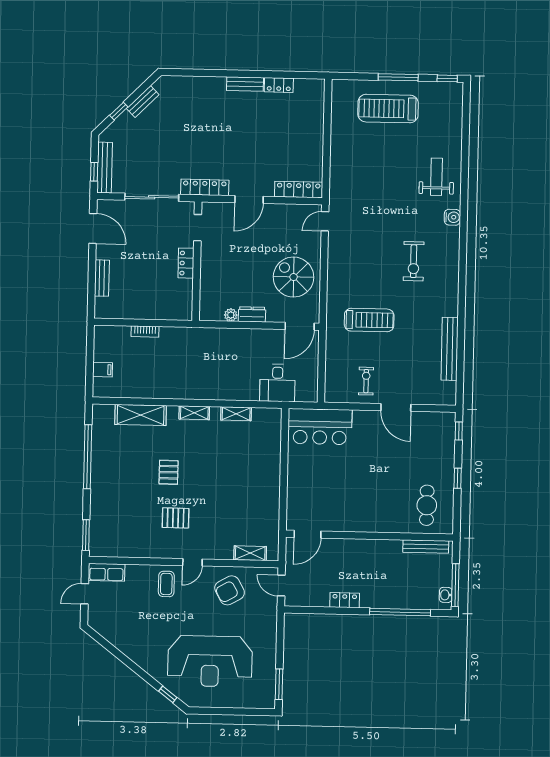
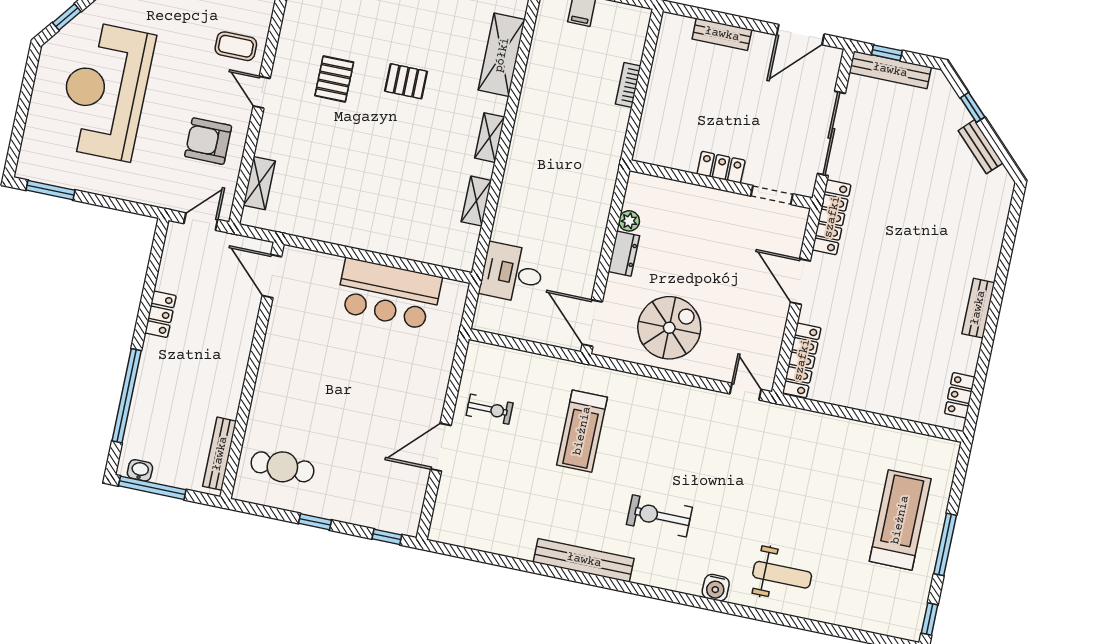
locker: (279, 85) -> (960, 395), moved
bench: (450, 349) -> (584, 560), moved
bar counter: (320, 427) -> (389, 294), moved, turned -90
armchair: (230, 590) -> (208, 141), turned -61

